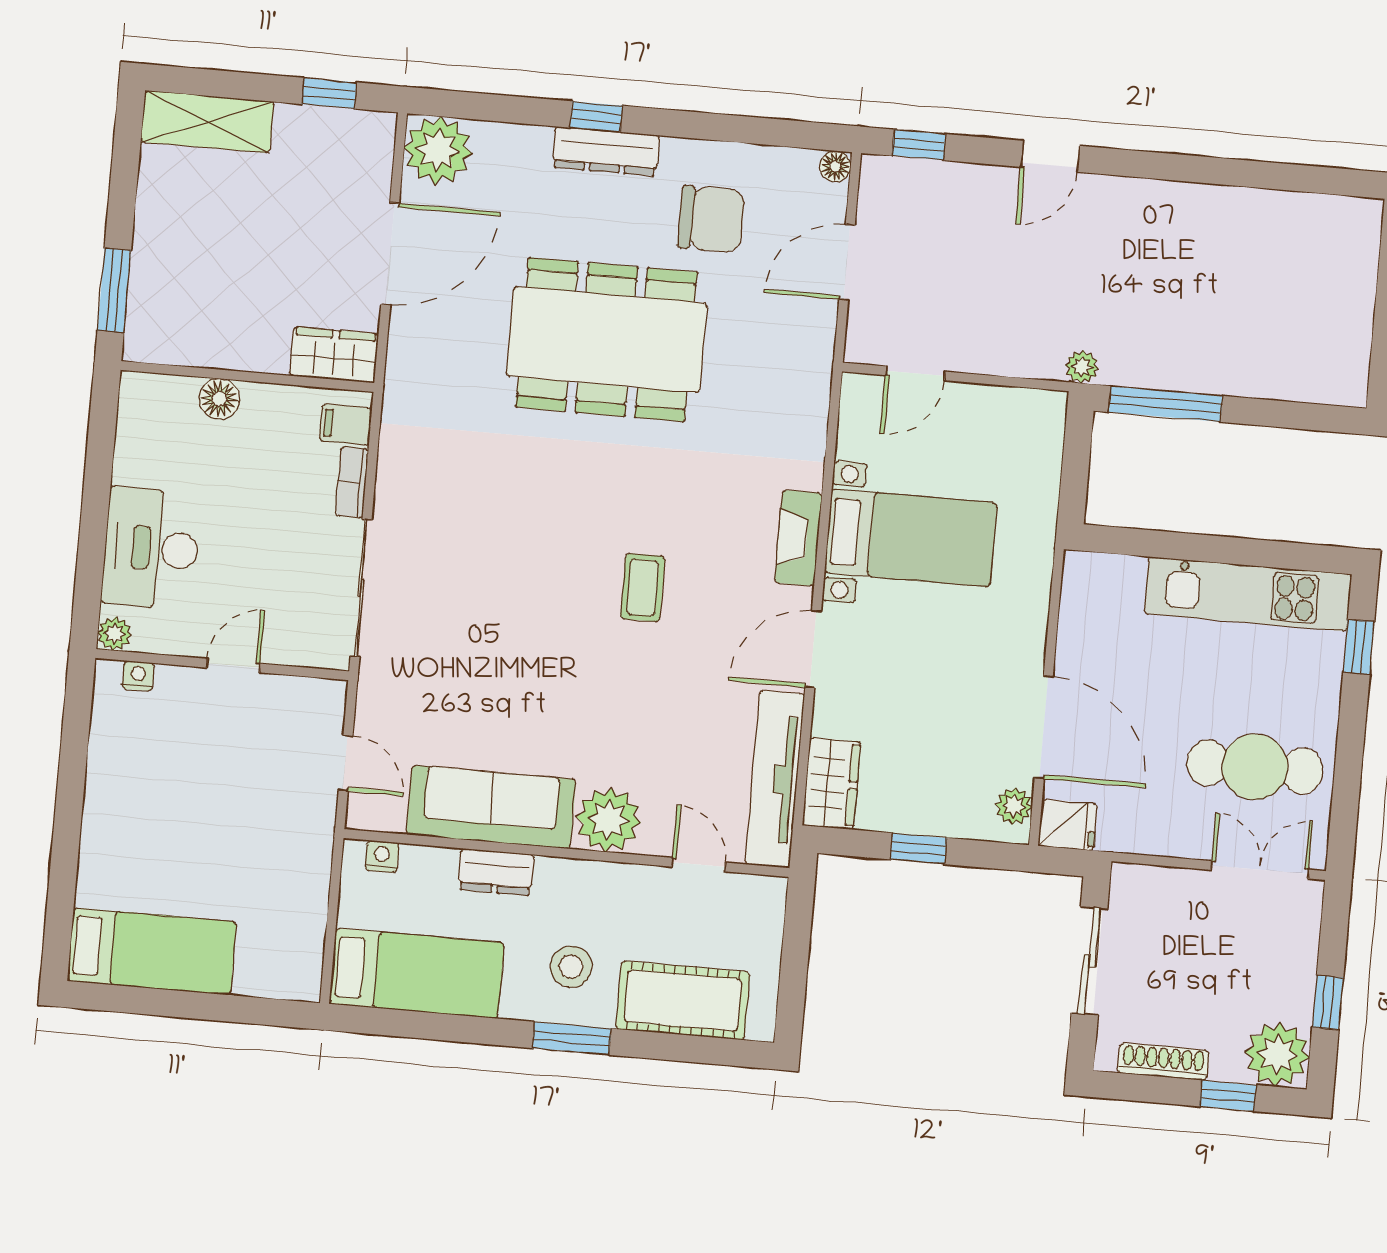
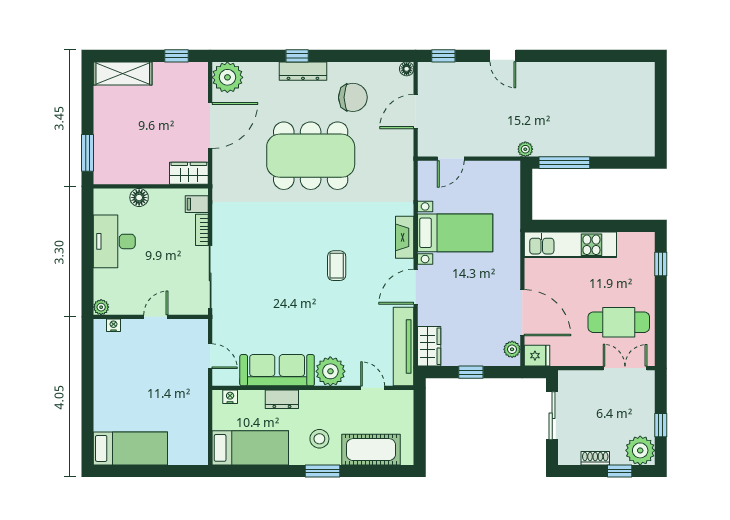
door: (1050, 156) -> (503, 56), hinge flipped
desk: (151, 548) -> (114, 241), moved
kitchen unit: (1248, 594) -> (570, 245), moved
shoe rack: (1163, 1062) -> (595, 458), width x0.70

